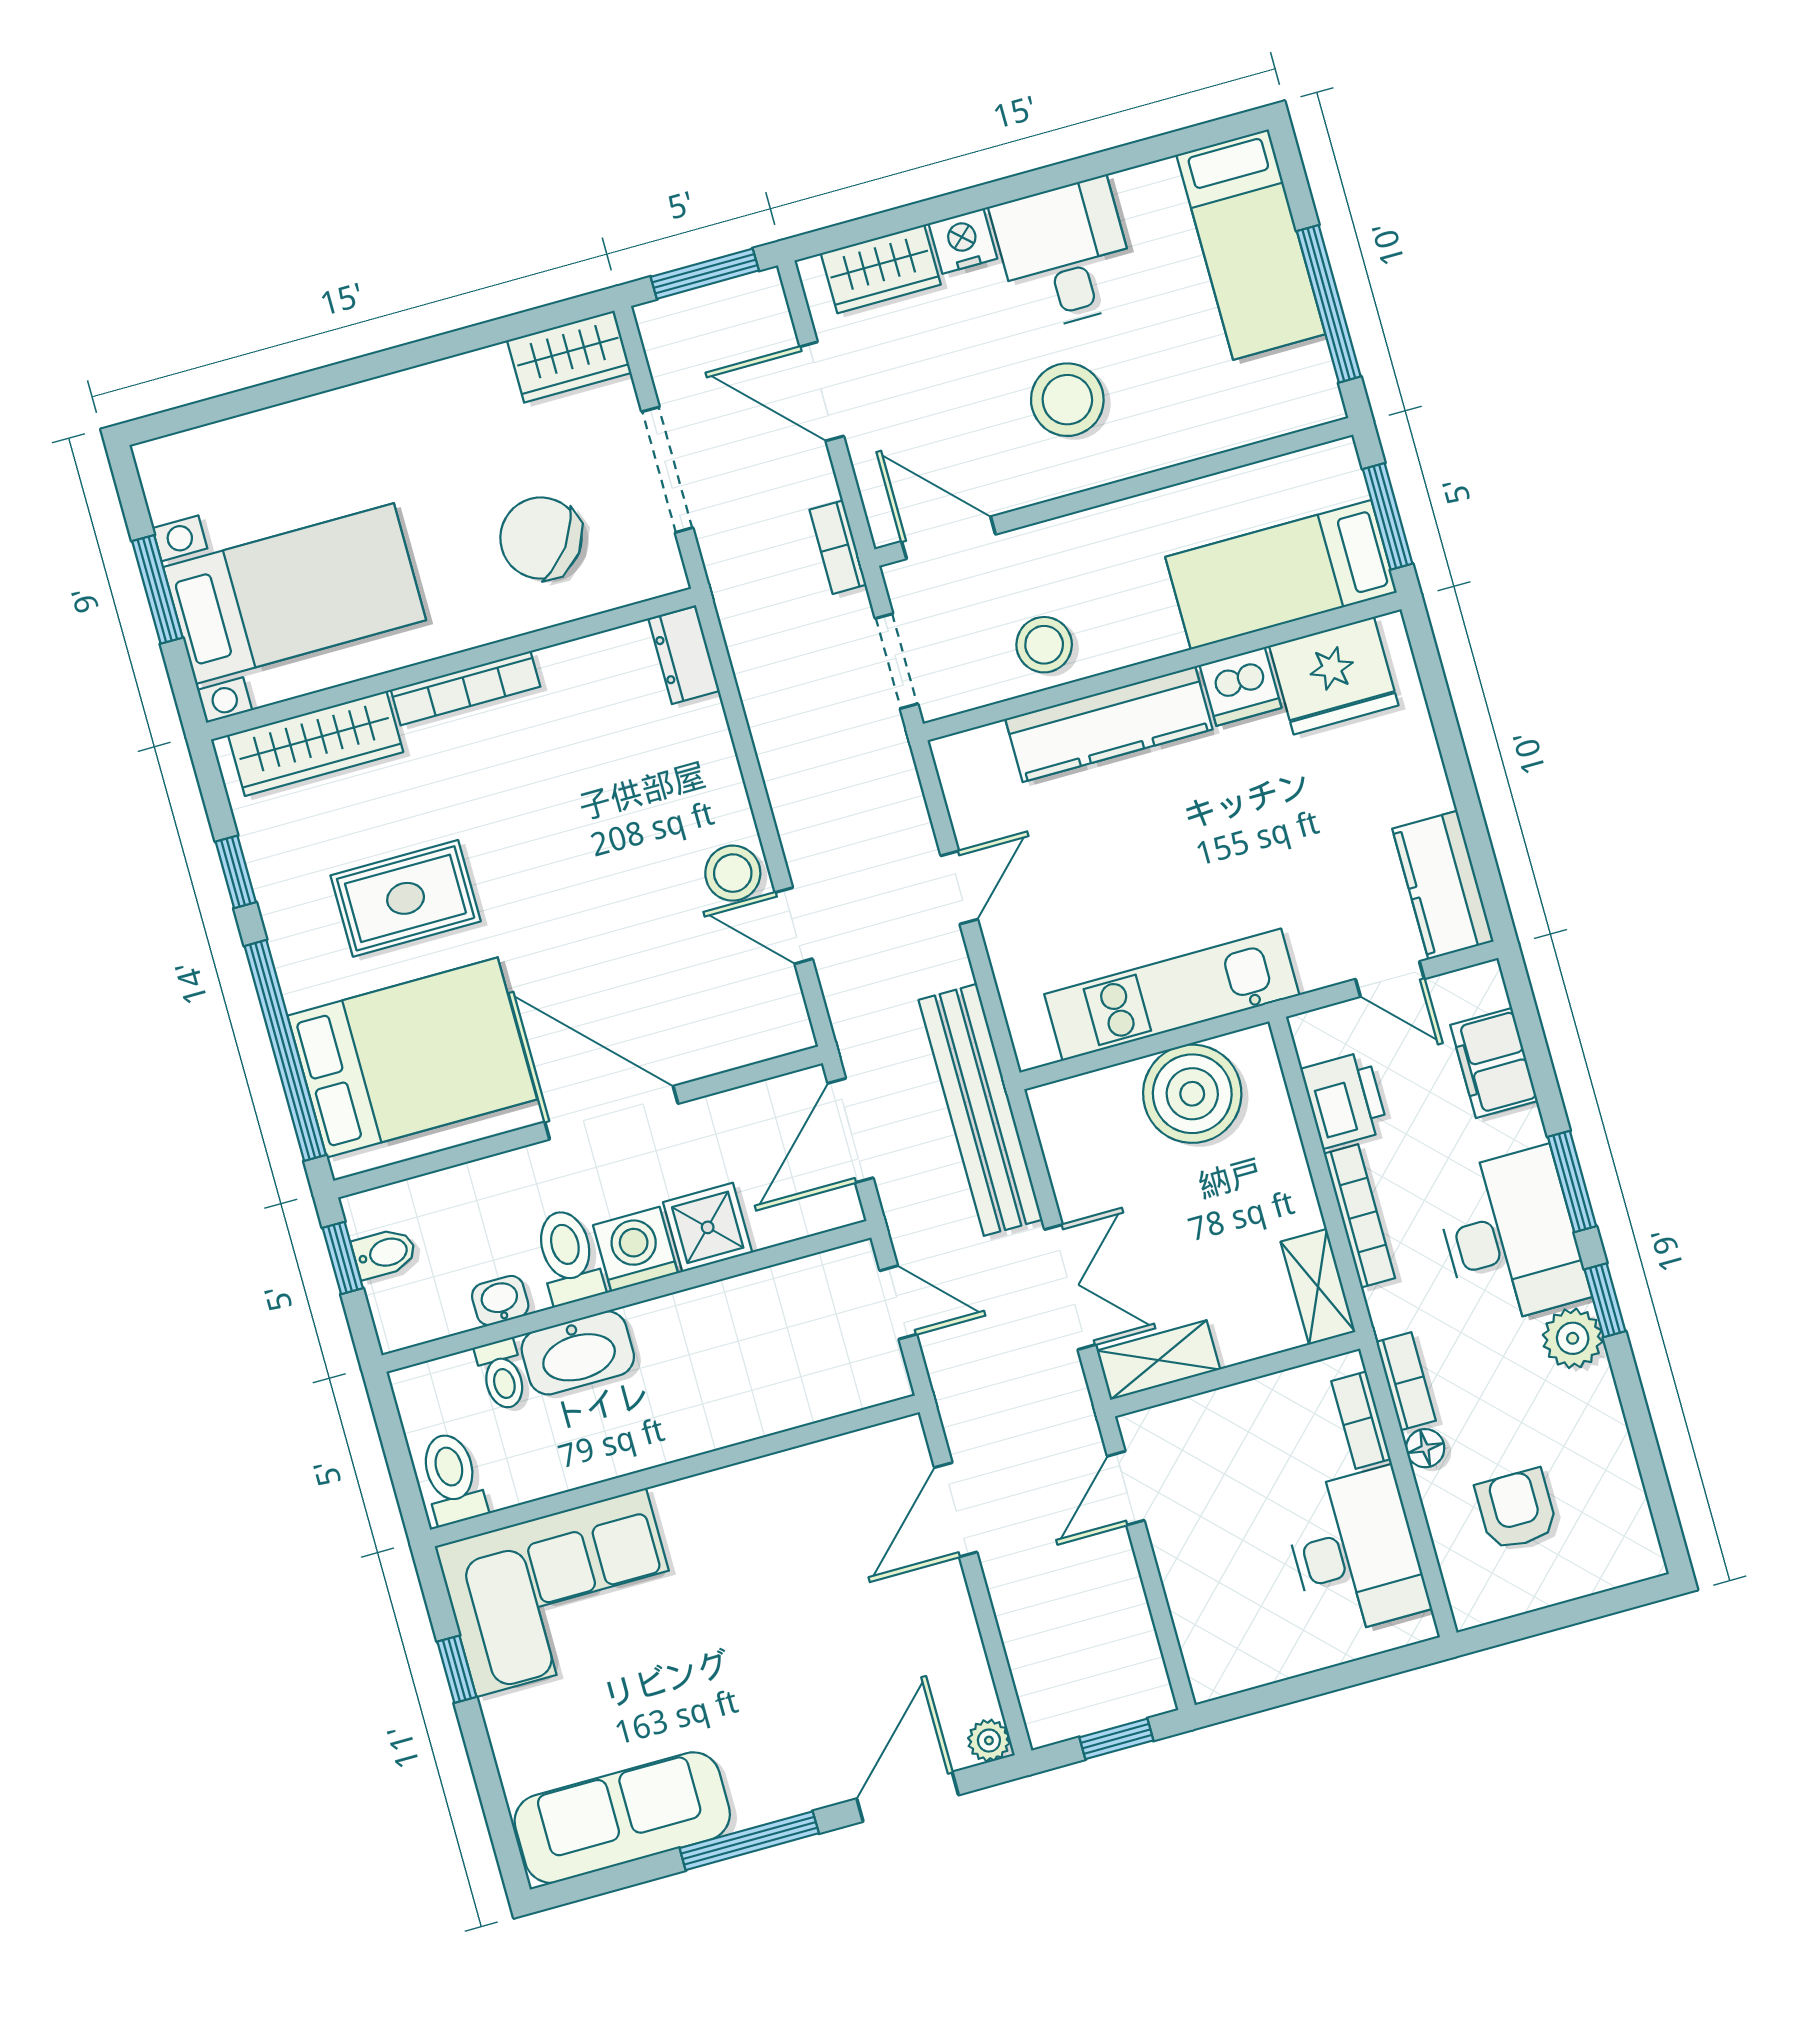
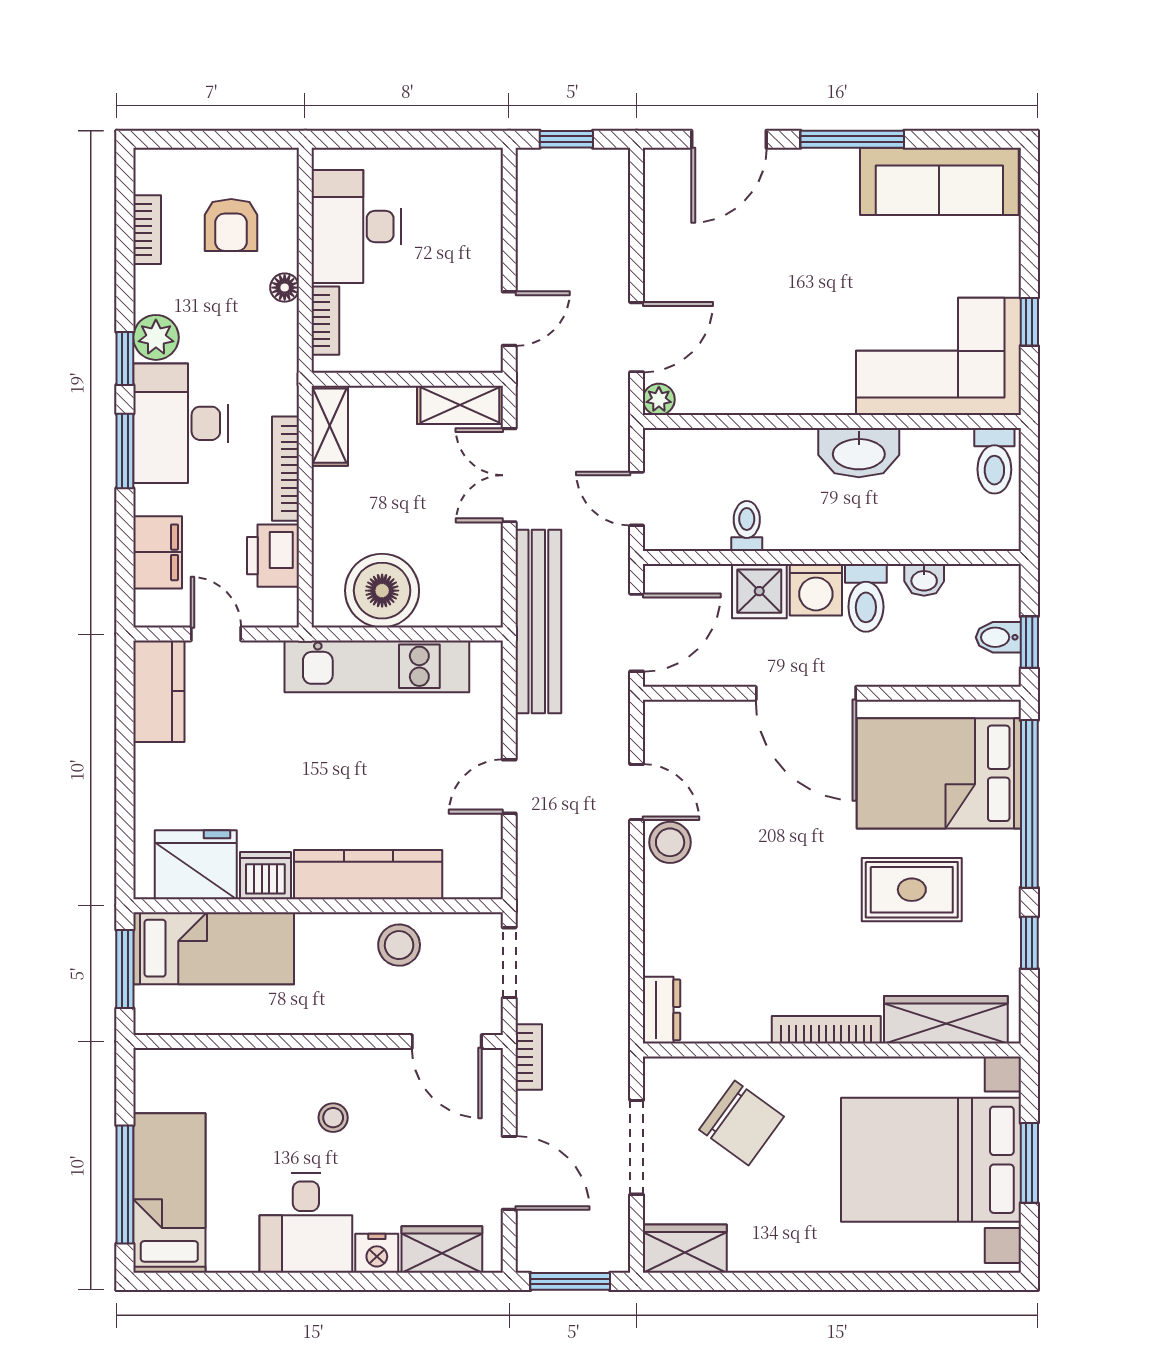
window: (1329, 304) -> (125, 1185), moved
stool: (1067, 400) -> (333, 1118), width x0.53, depth x0.53
bed with nightstands: (295, 594) -> (931, 1160), width x1.36
washbasin: (578, 1353) -> (859, 453), moved, turned 180
toilet: (502, 1375) -> (747, 526), moved
bookcase: (1406, 1381) -> (147, 230), moved, turned 180
plant: (989, 1741) -> (659, 399), moved

